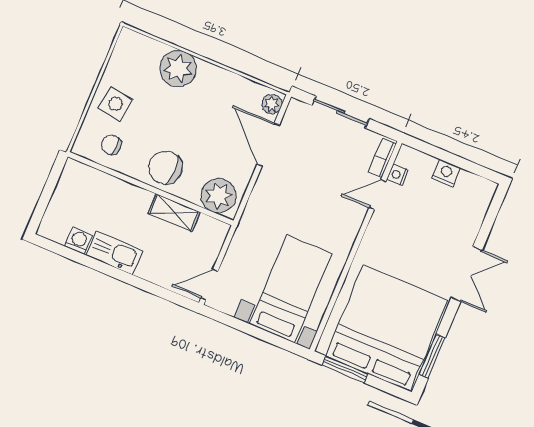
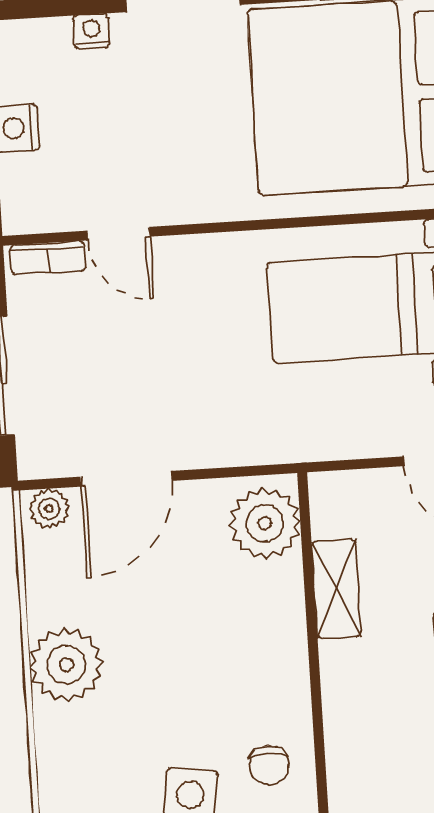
plant: (178, 69) -> (66, 665), moved
chair: (165, 168) -> (262, 646), removed
nightstand: (397, 175) -> (91, 31), moved, turned 180

